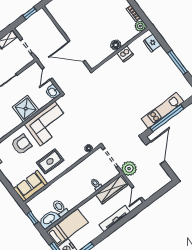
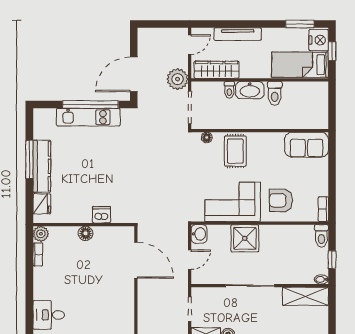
dishwasher: (125, 54) -> (102, 215), moved
kitchen counter: (168, 64) -> (42, 166), added
rug: (50, 161) -> (235, 151), moved, turned 90
toilet: (60, 208) -> (275, 93), moved
window: (32, 218) -> (332, 106), removed
washbasin: (49, 219) -> (250, 90), moved

